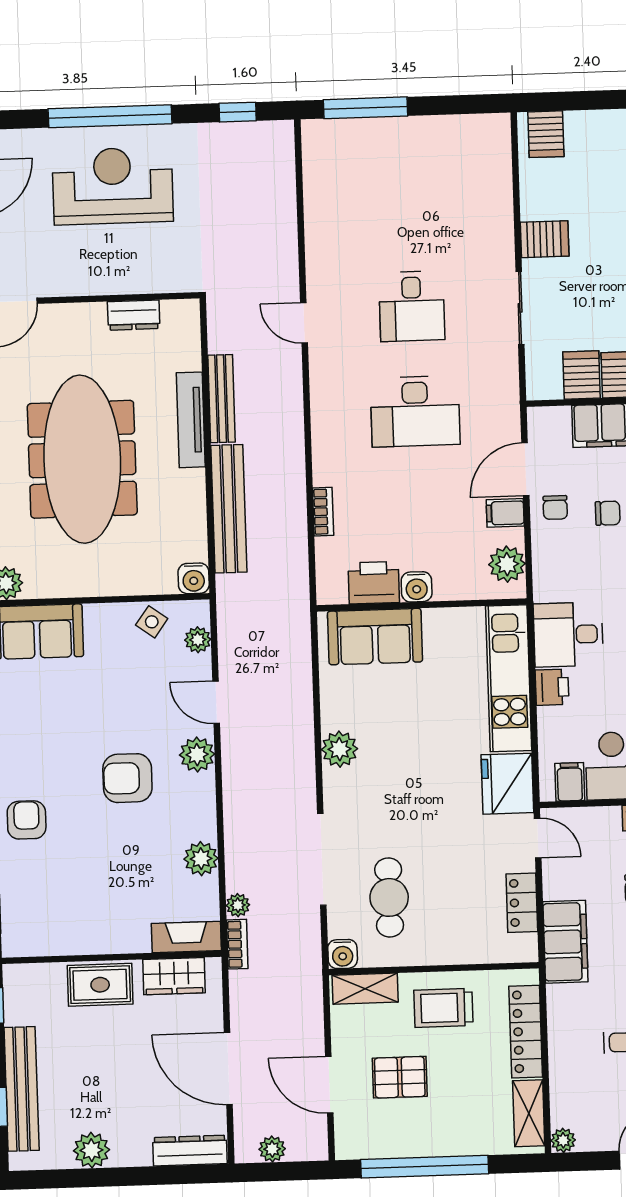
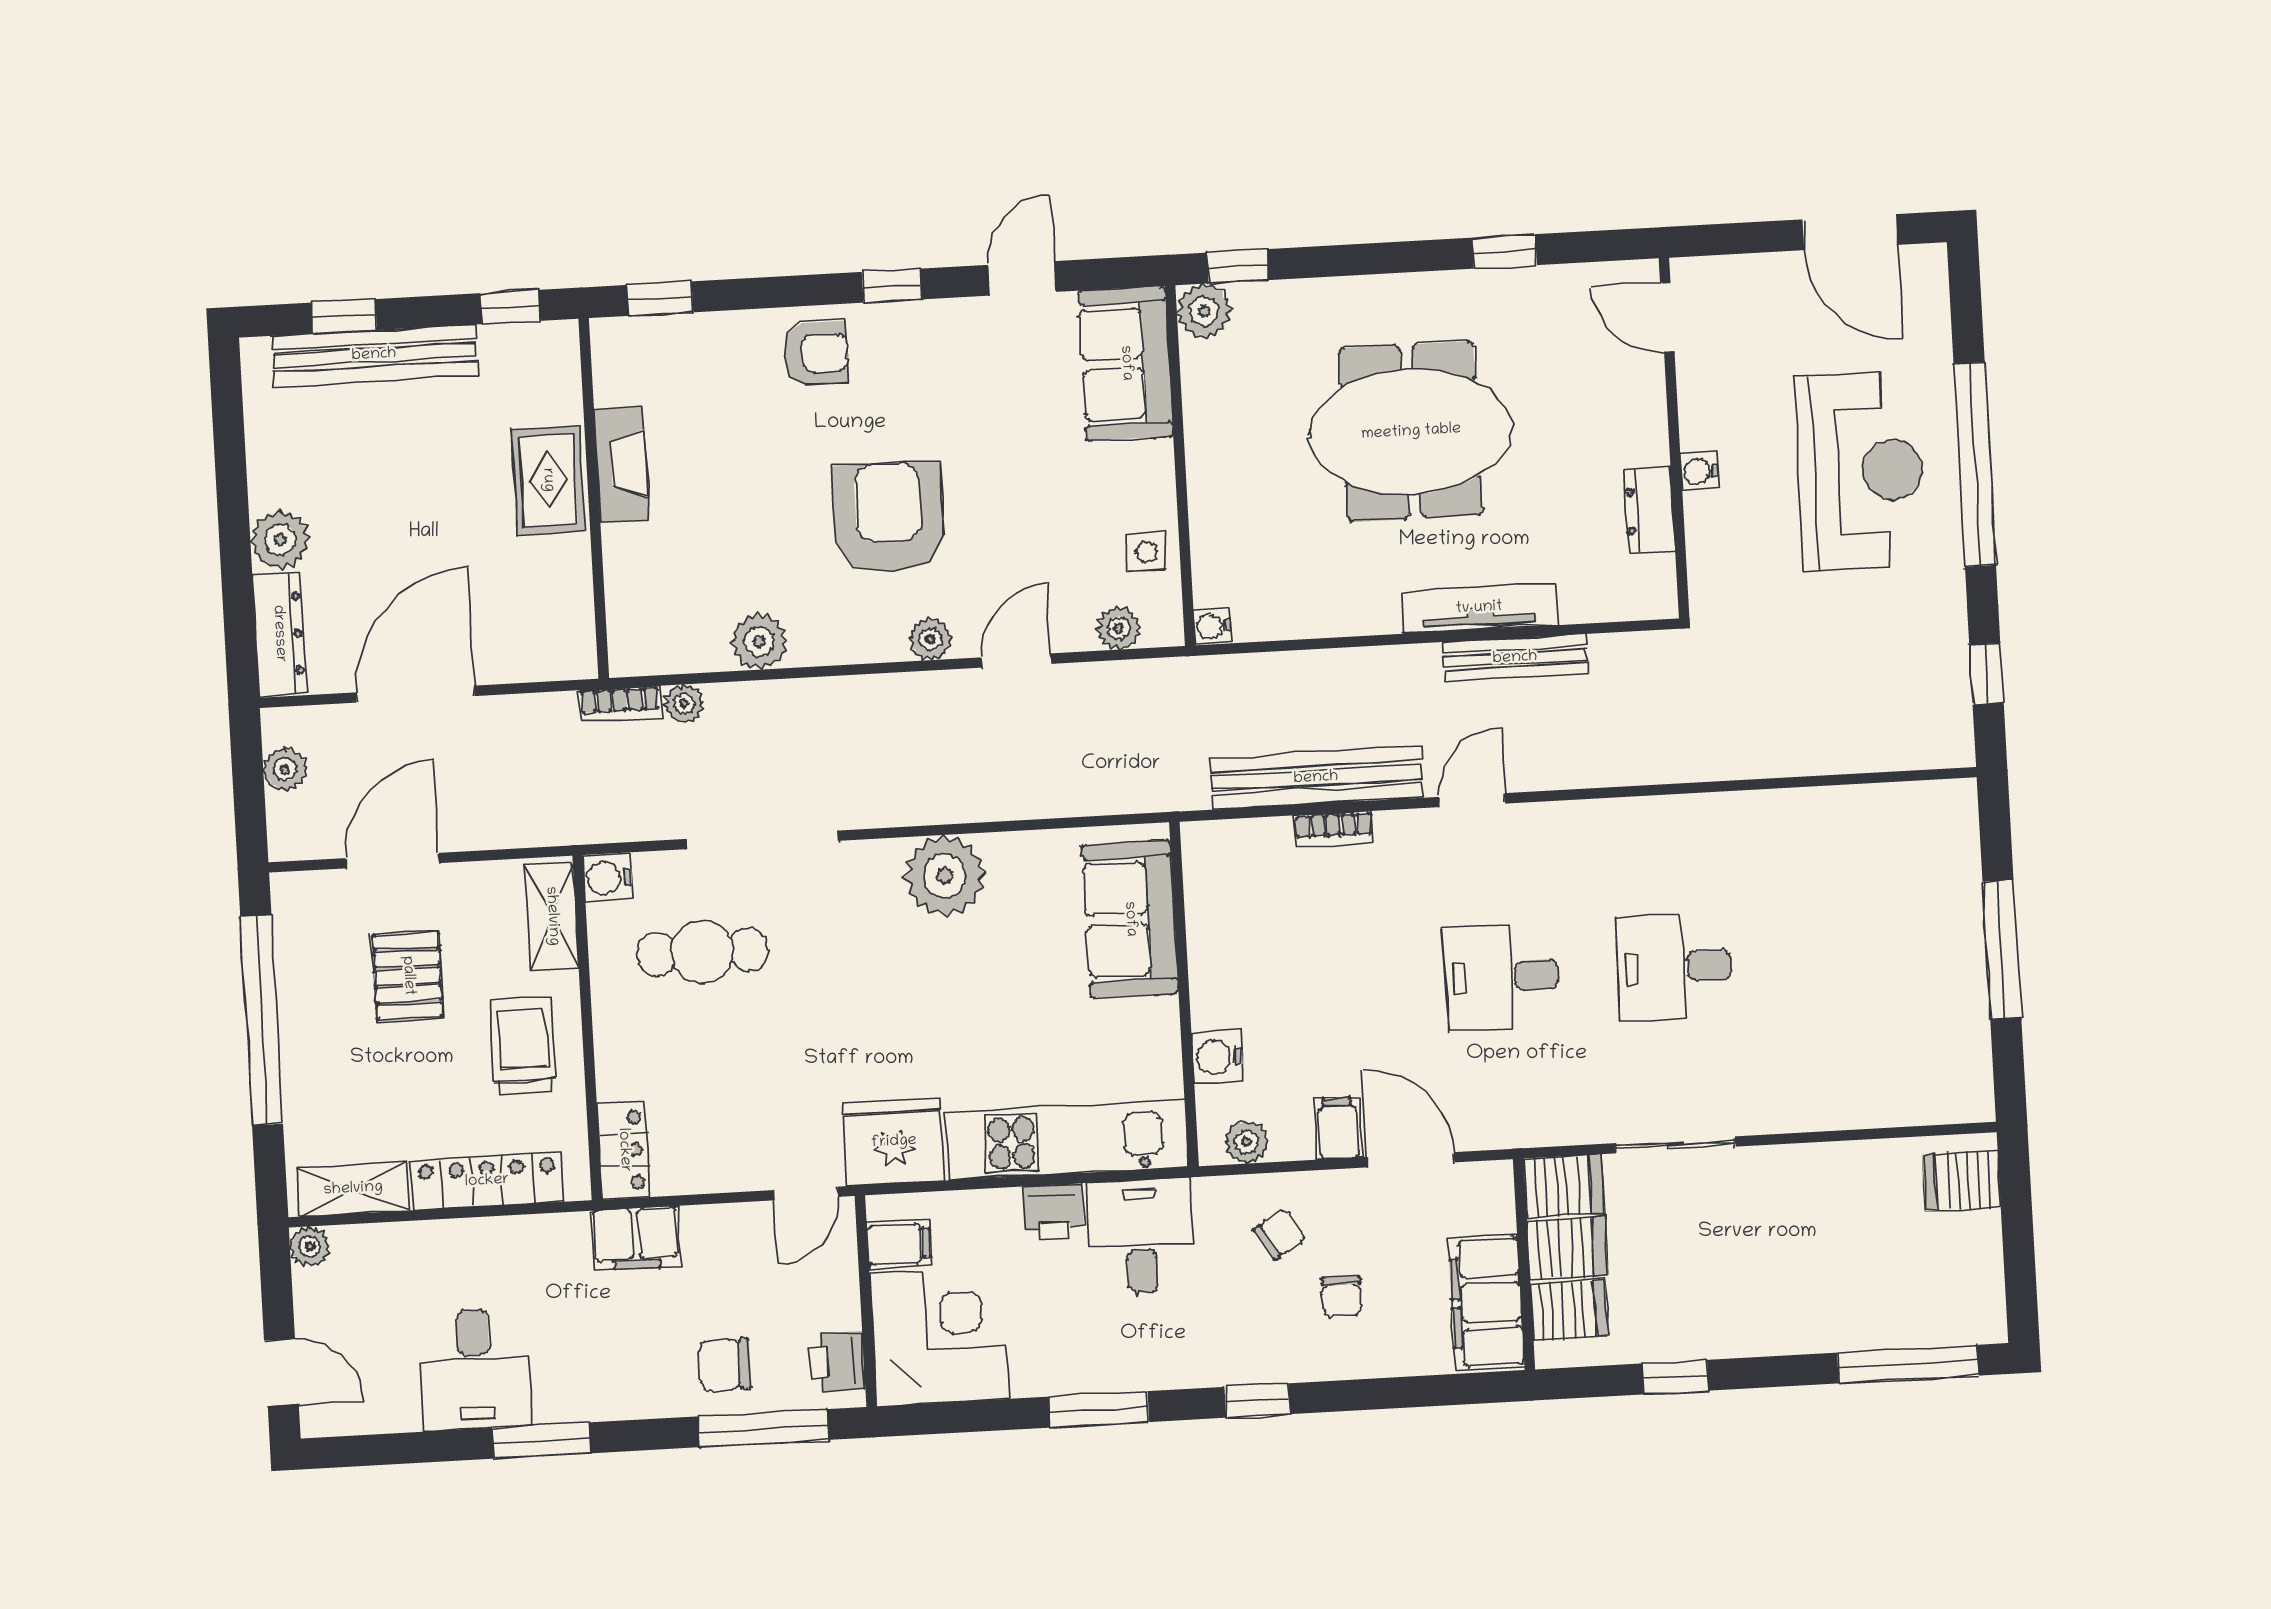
window: (365, 108) -> (2002, 950), moved
server rack: (545, 239) -> (1564, 1186), moved, turned -90
water cooler: (110, 284) -> (1700, 471), added
door: (304, 323) -> (1472, 800), moved
desk: (415, 411) -> (1502, 977), width x0.73
meeting table: (82, 459) -> (1411, 432), width x0.73
chair: (555, 507) -> (1280, 1234), moved, turned 148
bench: (229, 509) -> (1316, 778), moved
plant: (507, 564) -> (1246, 1142), width x0.73, depth x0.73
water cooler: (194, 578) -> (1212, 626), width x0.72, depth x0.72
printer: (374, 583) -> (1219, 915), removed
water cooler: (417, 587) -> (1217, 1057), moved
side table: (152, 622) -> (1146, 552), turned -36
plant: (339, 749) -> (945, 876), width x1.36, depth x1.36
plant: (197, 755) -> (930, 639), width x0.73, depth x0.73
armchair: (127, 778) -> (889, 518), width x1.36, depth x1.36
locker: (522, 903) -> (624, 1150), moved, turned 90
fireplace: (186, 937) -> (621, 465), moved
filing cabinet: (565, 942) -> (636, 1238), width x0.67, depth x0.86
wardrobe: (174, 976) -> (565, 602), removed
plant: (91, 1150) -> (280, 540), moved

